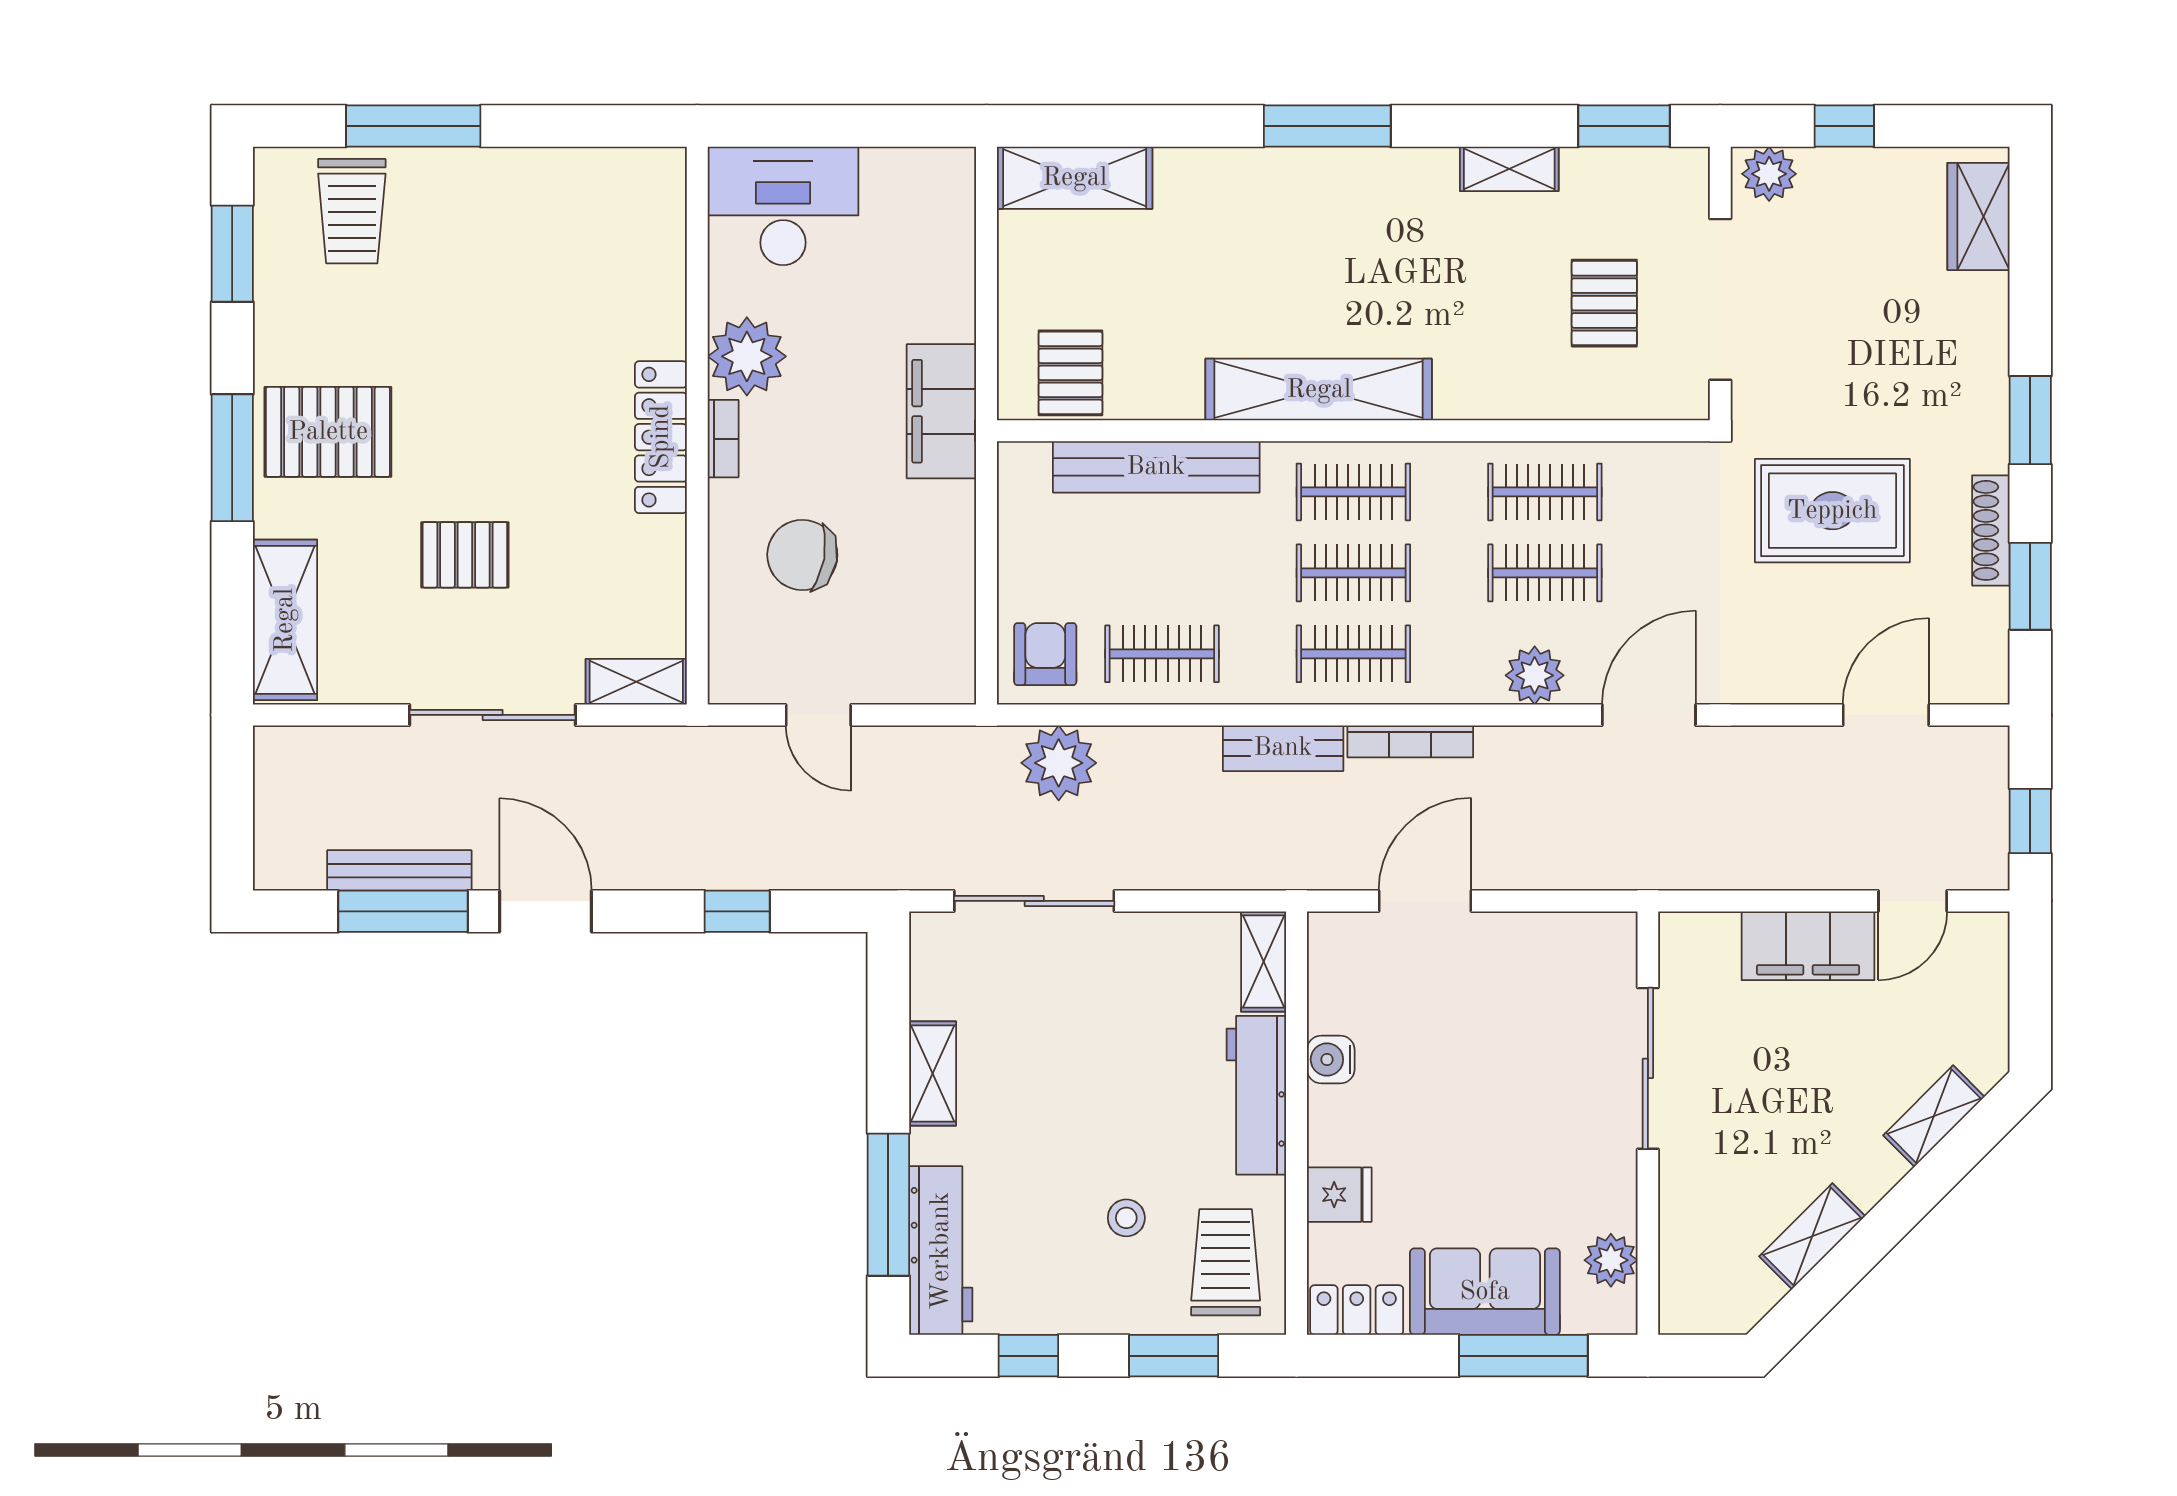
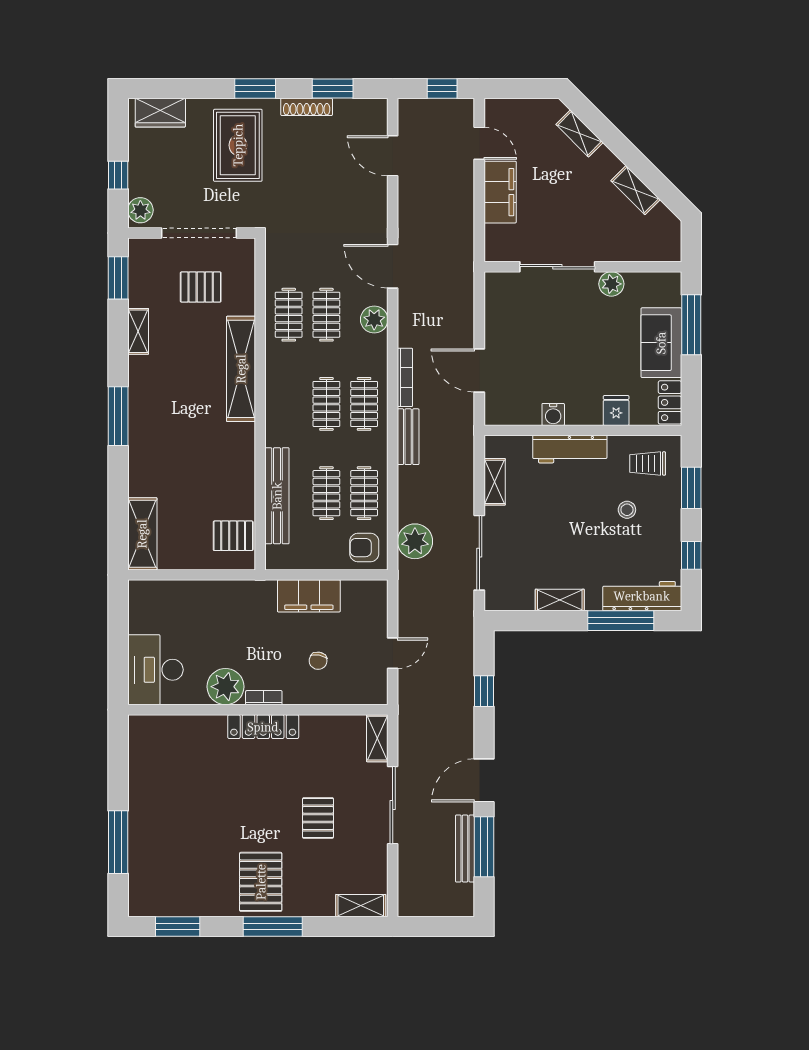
trolley: (352, 211) -> (158, 871), removed
shelving: (1319, 390) -> (241, 369), moved
filing cabinet: (941, 411) -> (309, 596), moved
clothes rail: (1353, 492) -> (326, 493), moved
rug: (1832, 511) -> (238, 145), moved
chair: (802, 555) -> (318, 661), width x0.54, depth x0.54
shelving: (285, 620) -> (361, 906), width x0.67, depth x0.75
shelving: (1264, 961) -> (495, 482), moved, turned 90
plant: (1611, 1260) -> (611, 284), moved
trolley: (1226, 1262) -> (648, 463), width x0.73, depth x0.72

